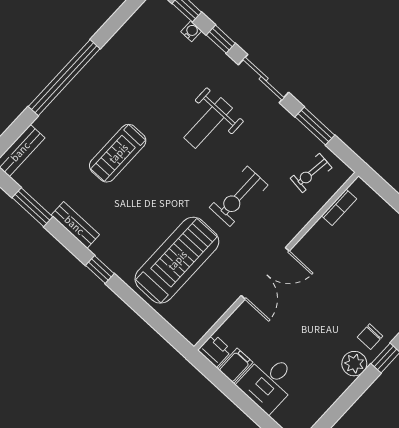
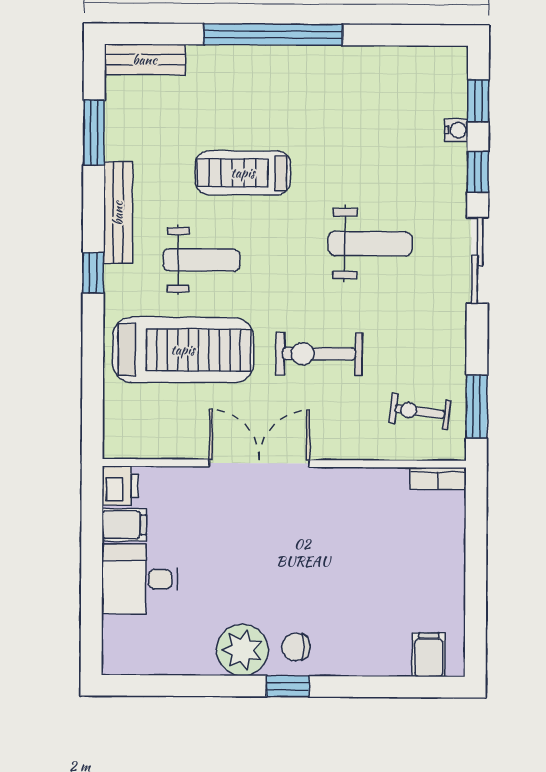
weight bench: (208, 123) -> (370, 244), turned 180
window: (315, 126) -> (477, 407), moved
bookcase: (339, 207) -> (438, 479), moved
weight bench: (141, 212) -> (201, 260), added
bench: (75, 225) -> (118, 213), width x1.36
double door: (265, 273) -> (259, 463), swing flipped
plant: (354, 364) -> (242, 650), width x1.36, depth x1.36

